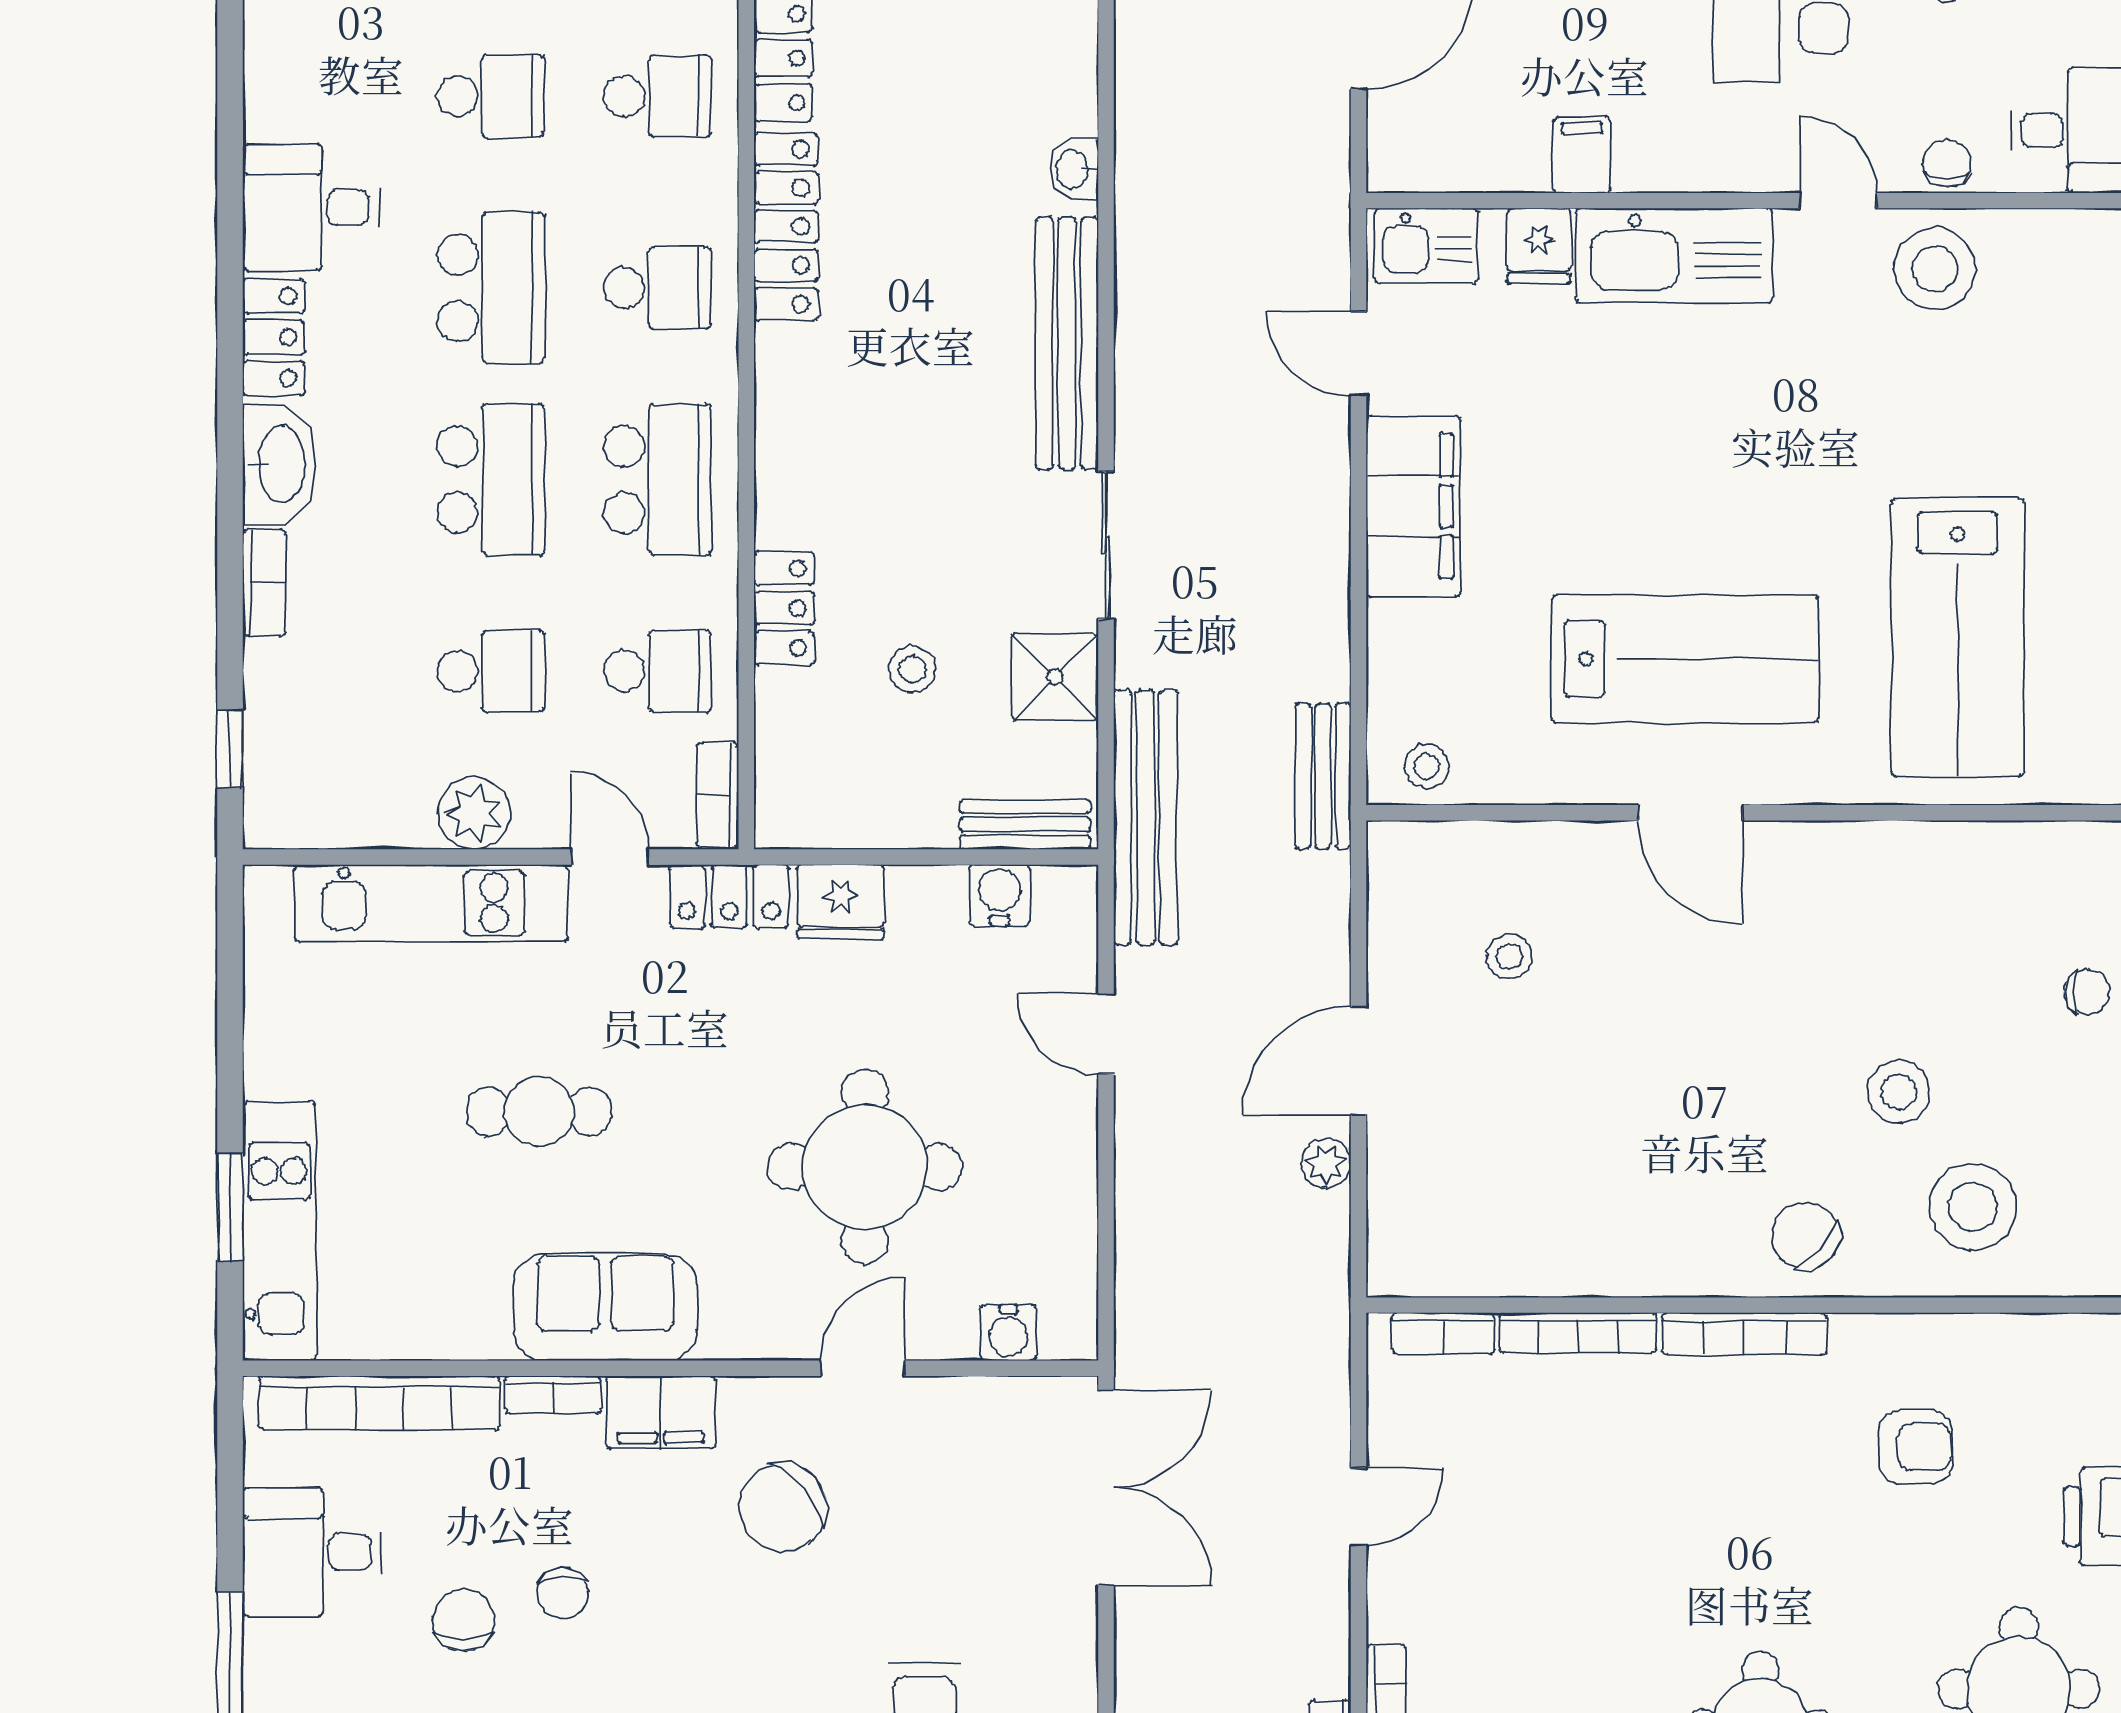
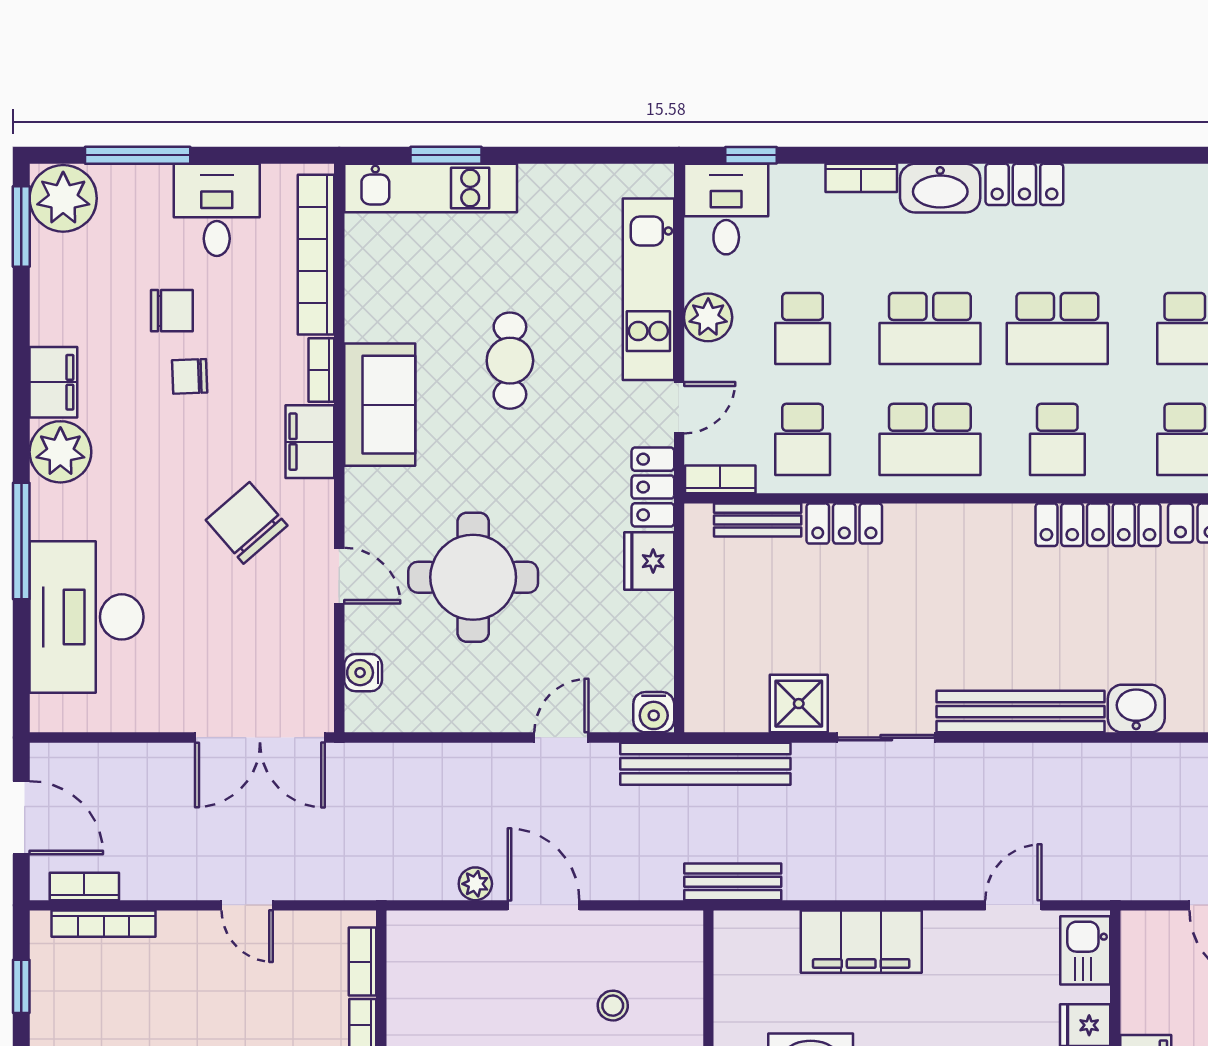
washbasin: (1074, 169) -> (1136, 709), width x1.38, depth x1.45
desk: (311, 207) -> (726, 209), moved
filing cabinet: (1413, 506) -> (861, 942), moved
stool: (913, 669) -> (804, 609), removed
stool: (1427, 766) -> (739, 951), removed
bench: (1025, 824) -> (758, 520), moved, turned 90
water cooler: (999, 895) -> (654, 712), moved, turned 90

